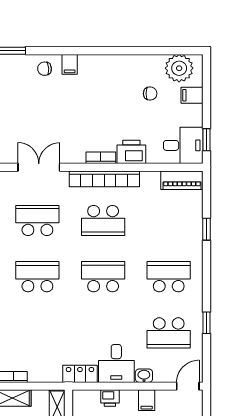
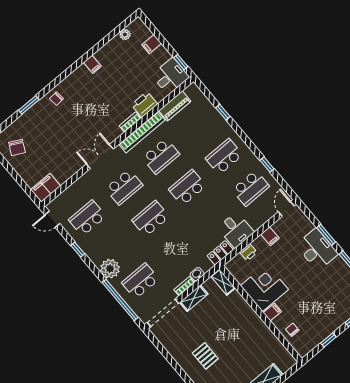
filing cabinet: (70, 64) -> (92, 64), moved
plant: (179, 68) -> (125, 34), width x0.53, depth x0.53
chair: (150, 94) -> (127, 63), removed
piano: (182, 180) -> (175, 106), moved
school desk: (37, 220) -> (124, 187), turned 180
washbasin: (144, 376) -> (197, 274), moved

